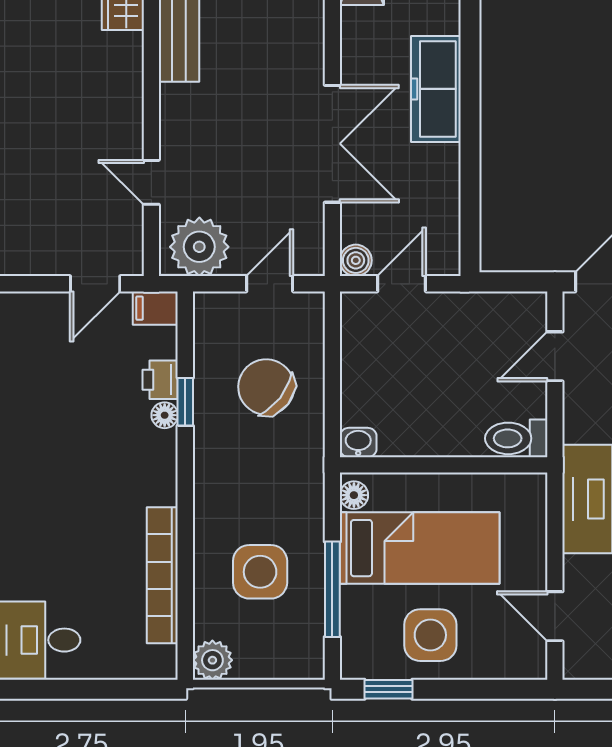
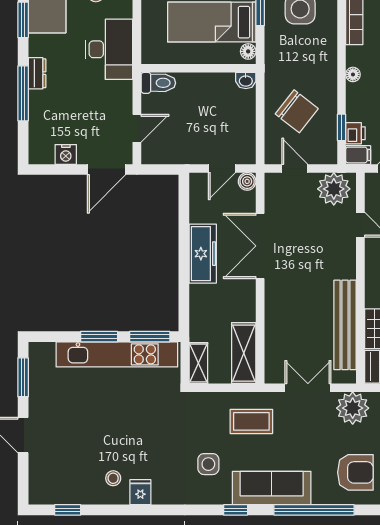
freezer: (436, 89) -> (203, 254), moved
door: (270, 284) -> (295, 168), swing flipped
printer: (160, 380) -> (355, 133), moved
window: (185, 402) -> (342, 127), moved
floor lamp: (165, 415) -> (353, 74), moved

